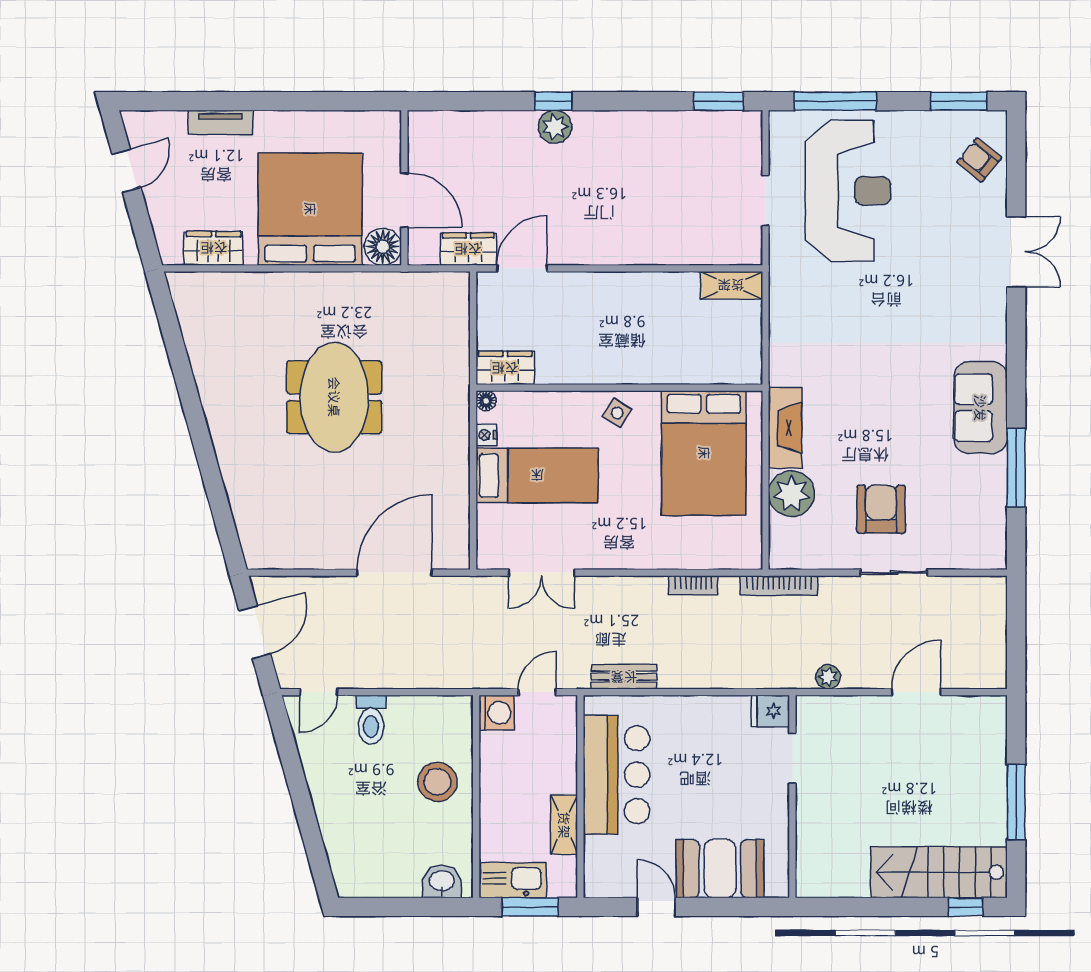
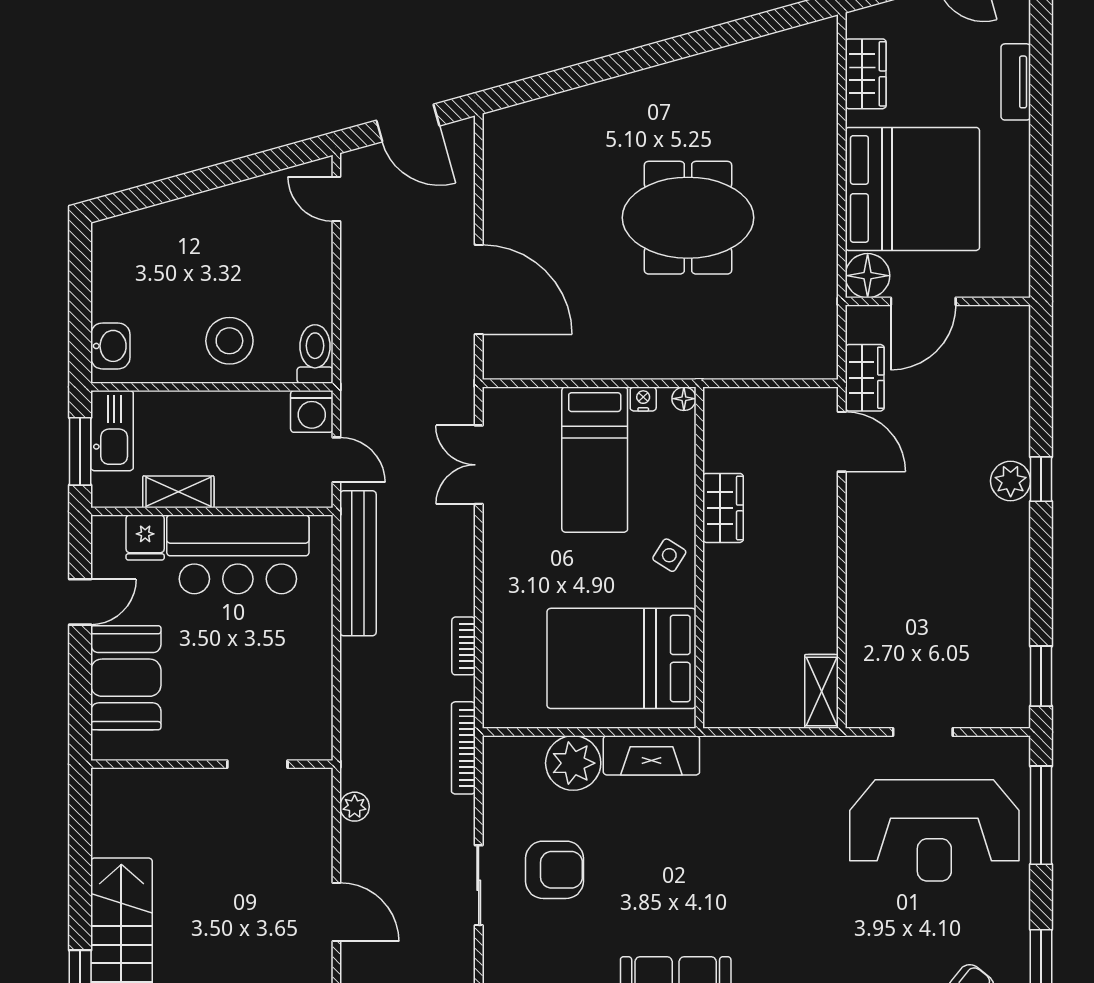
wardrobe: (505, 368) -> (723, 508), moved
bench: (624, 677) -> (358, 563), width x1.86, depth x1.21
fridge: (770, 711) -> (145, 537), moved, turned 180
toilet: (371, 720) -> (315, 354), moved, turned 90

